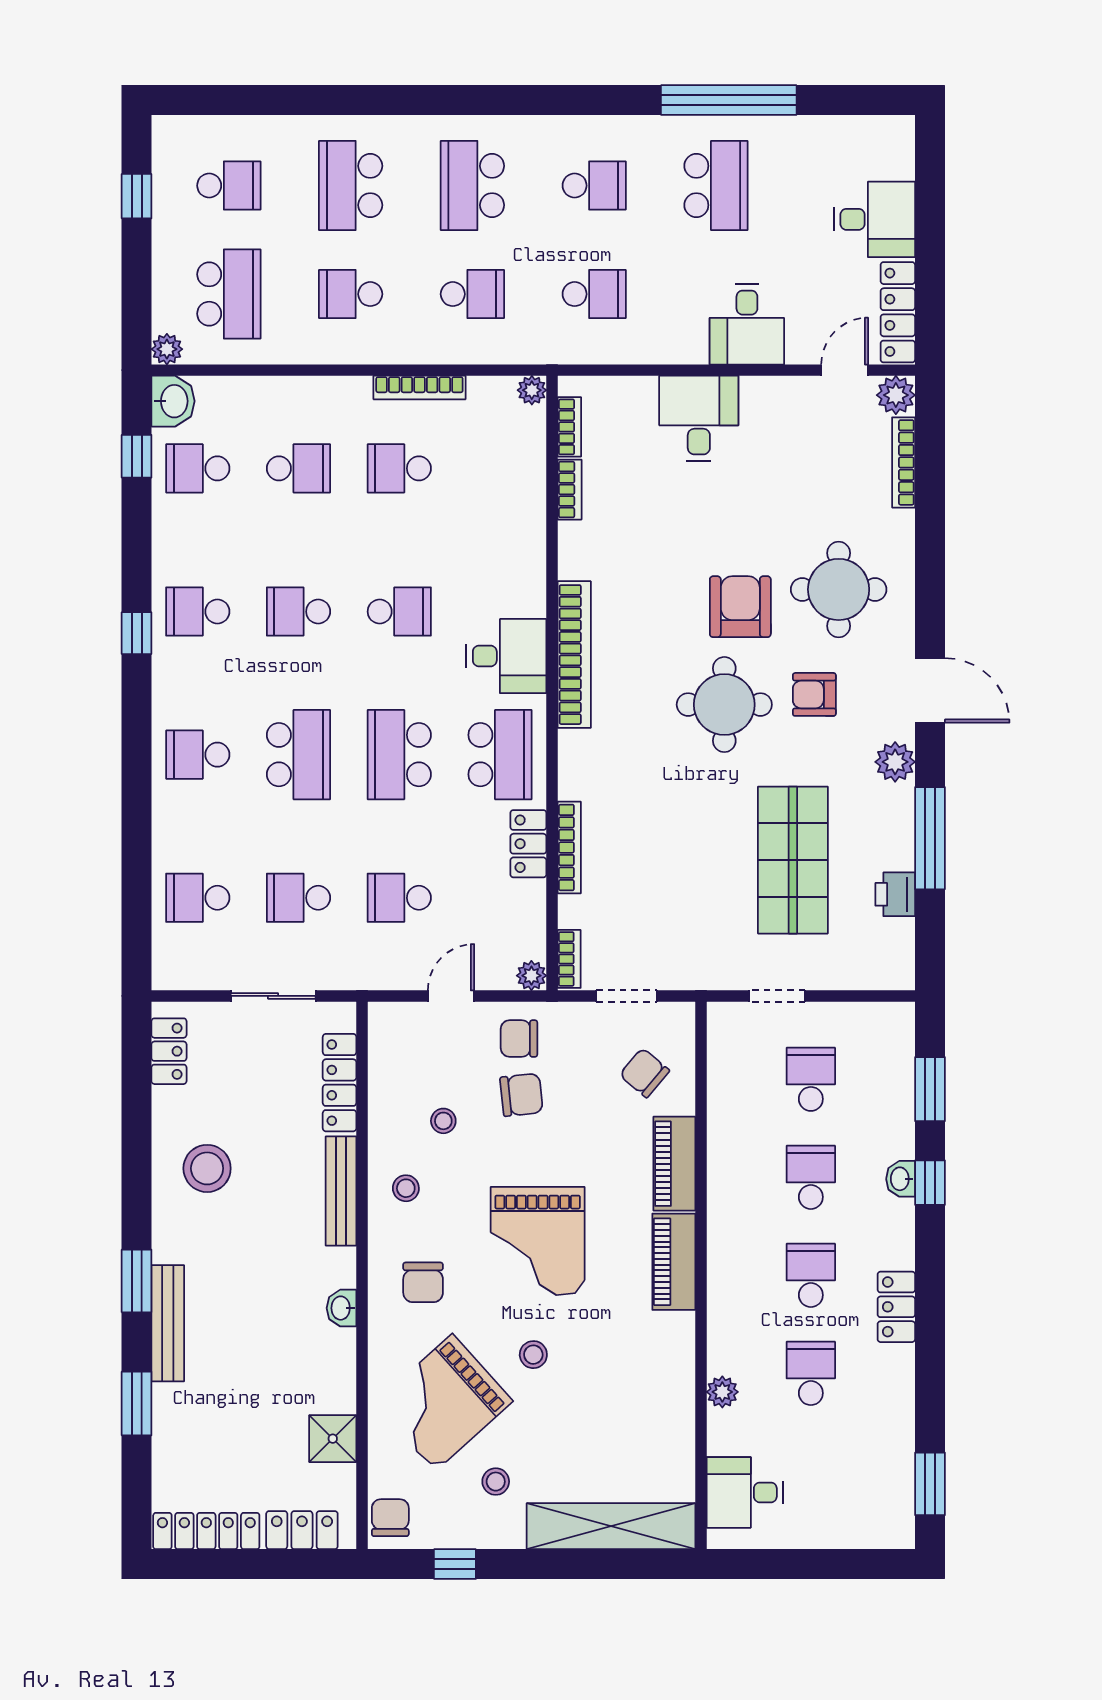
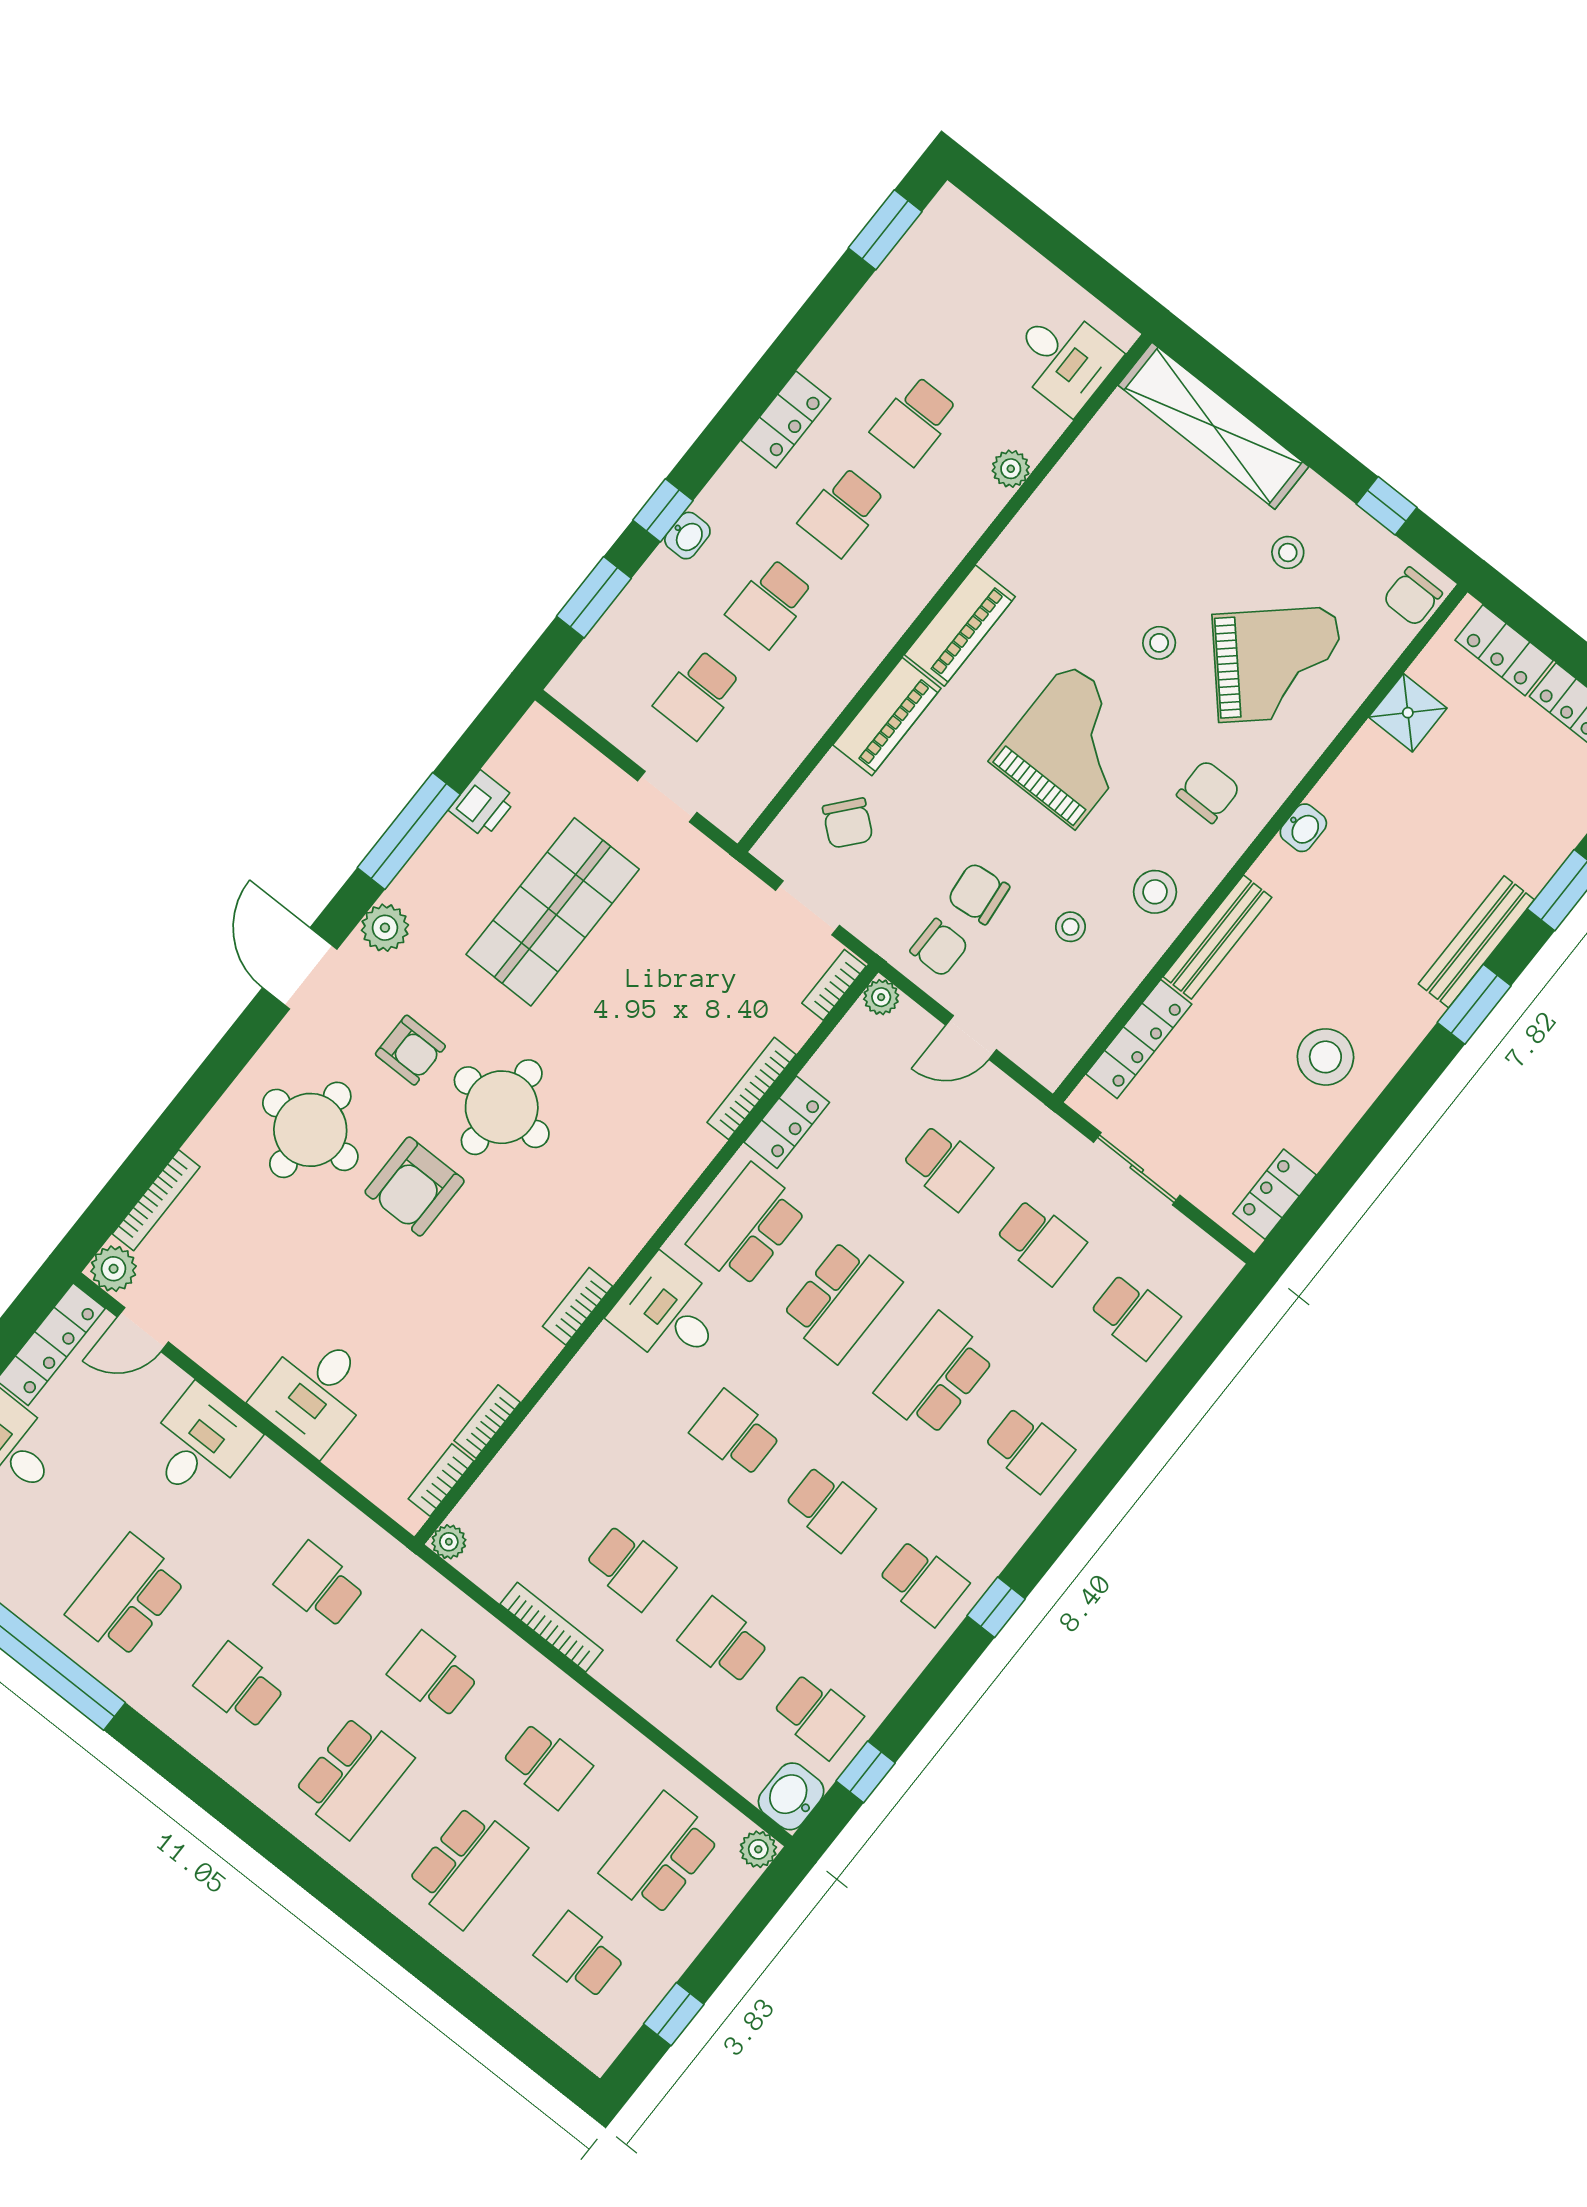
bookcase: (574, 655) -> (577, 1306), width x0.43, depth x0.76
stool: (406, 1188) -> (1155, 892), width x1.37, depth x1.37

